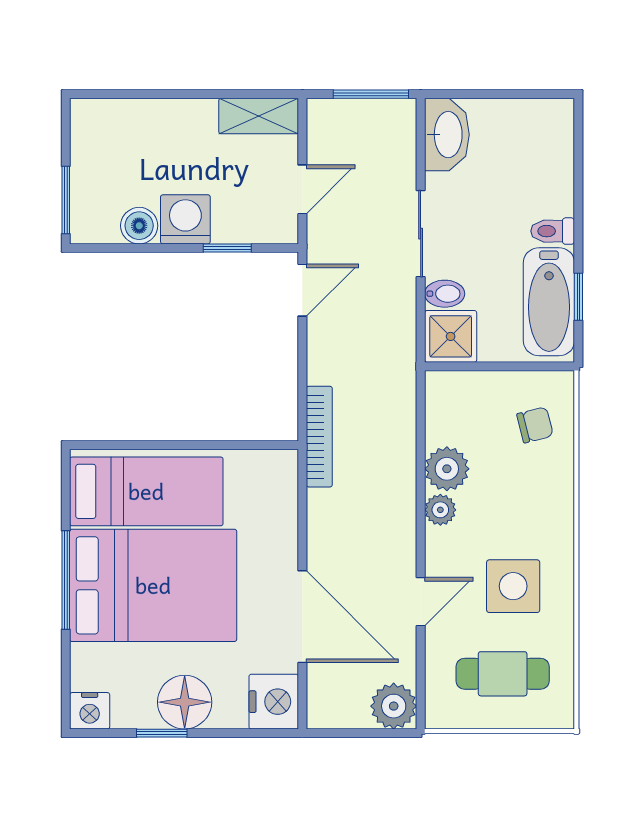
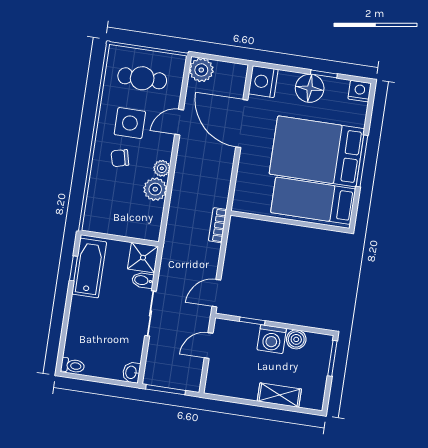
shelving: (259, 116) -> (279, 395), moved
washbasin: (447, 135) -> (131, 372), width x0.52, depth x0.69
toilet: (553, 231) -> (73, 366), moved
chair: (535, 425) -> (120, 158), moved
bookcase: (319, 437) -> (218, 225), width x0.64

